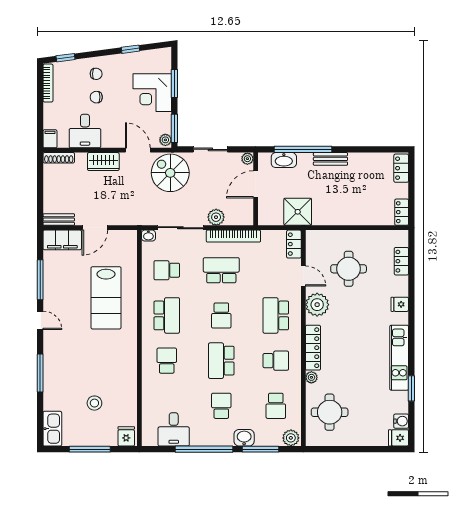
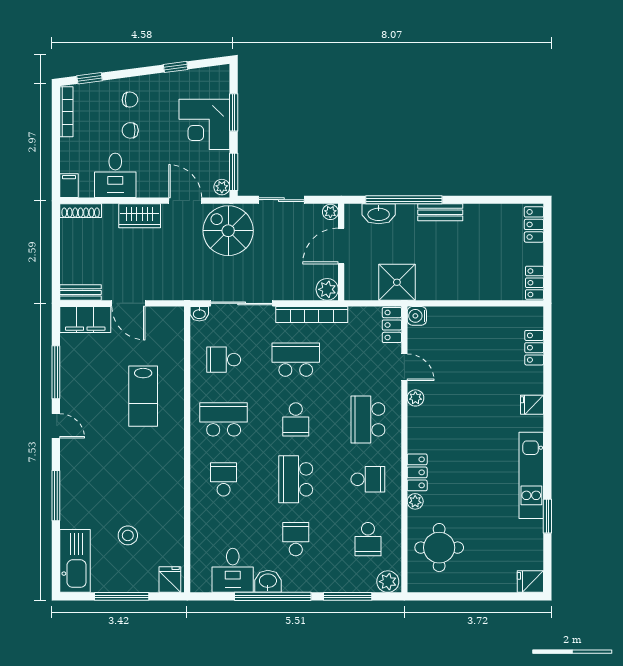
plant: (216, 217) -> (327, 289), moved
door: (95, 228) -> (128, 303), hinge flipped
round table: (349, 269) -> (464, 358), removed
lab bench: (106, 298) -> (143, 396), width x0.73, depth x0.72
plant: (317, 305) -> (415, 398), width x0.53, depth x0.53
school desk: (167, 315) -> (224, 419), turned -90
locker: (313, 348) -> (417, 472), width x0.66
water cooler: (401, 421) -> (417, 316), moved, turned 180
kitchen sink: (52, 429) -> (75, 561), width x1.36, depth x1.24
washbasin: (244, 438) -> (268, 581), moved

